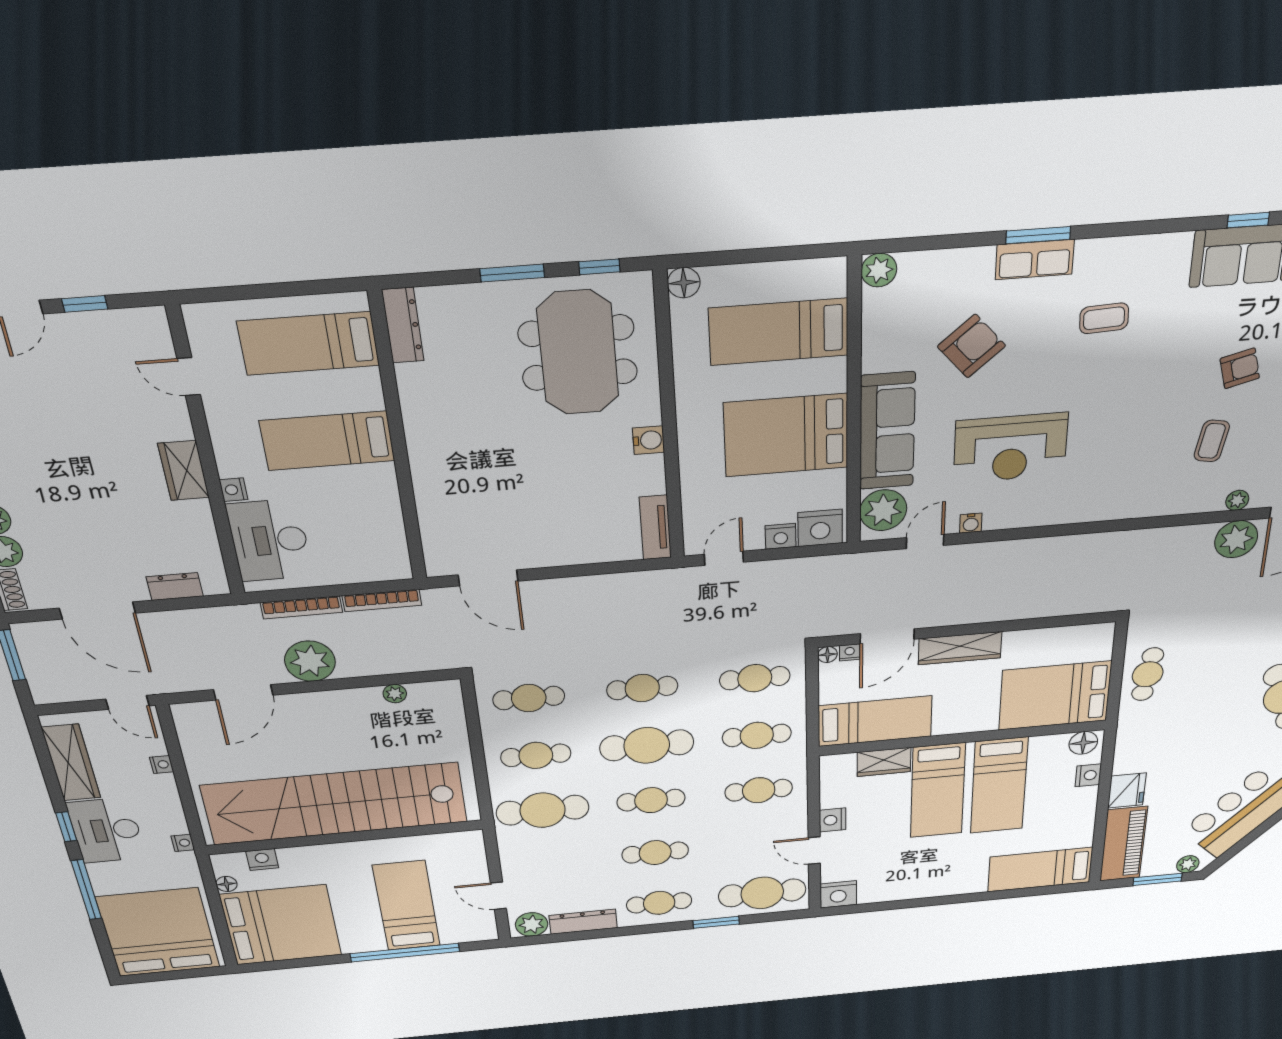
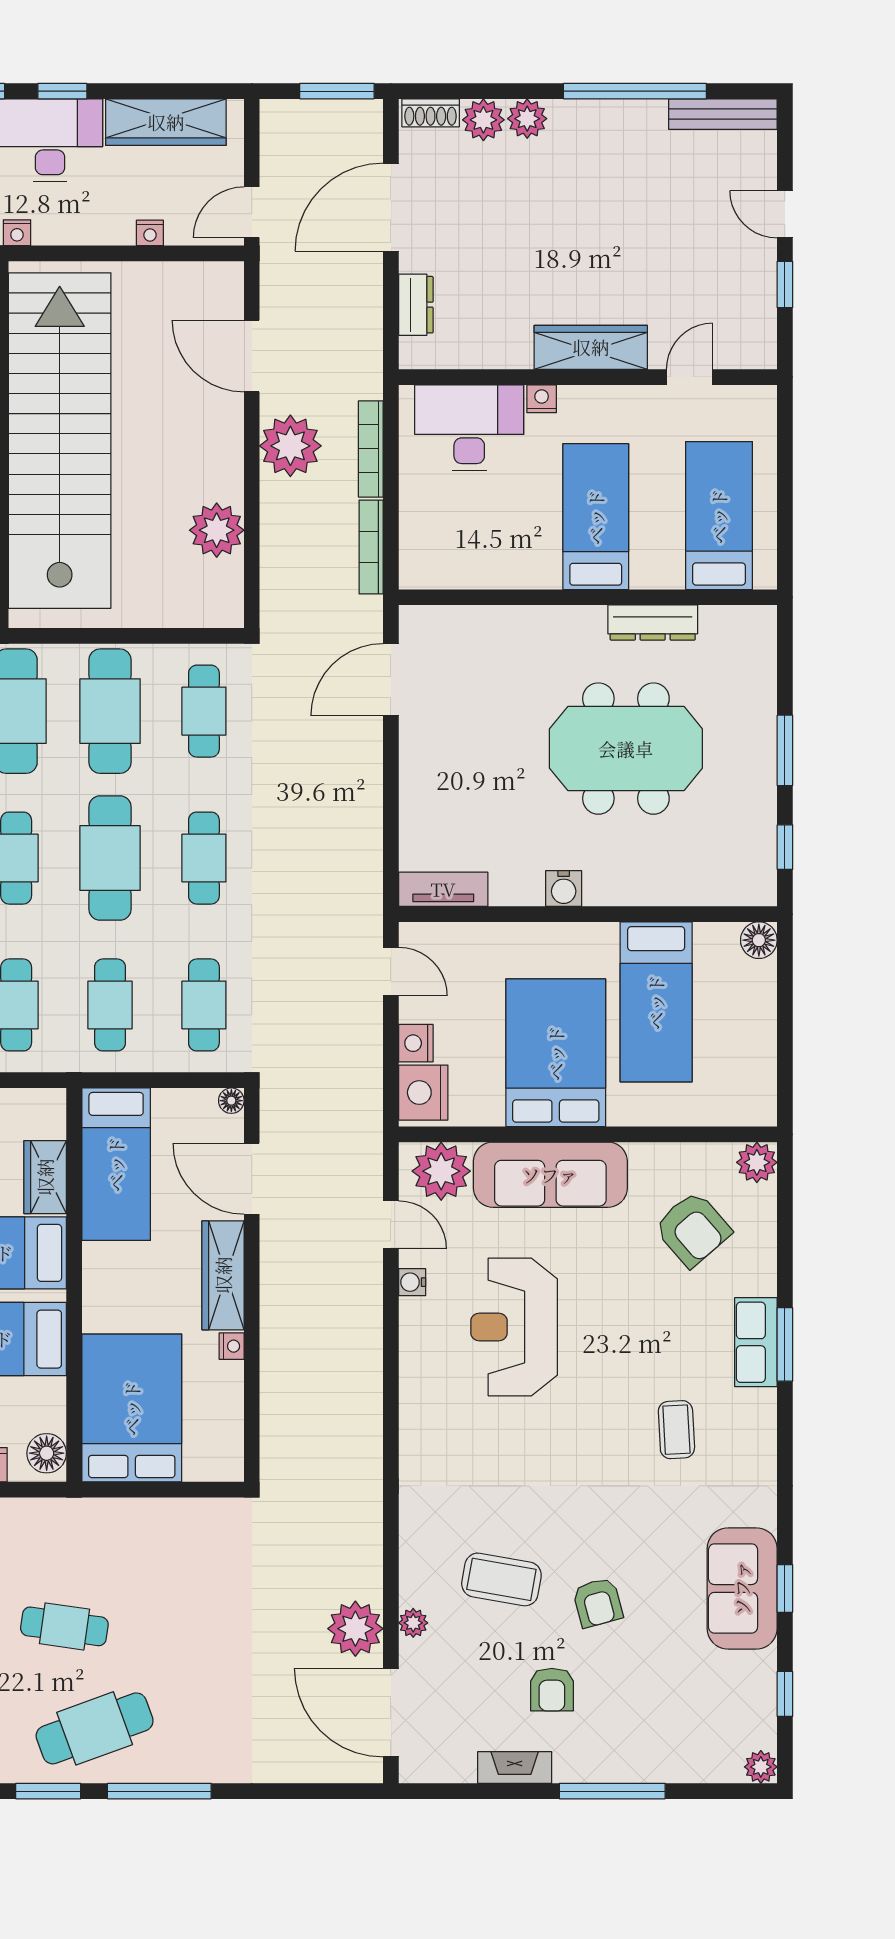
dresser: (403, 325) -> (653, 623), moved
bed: (779, 332) -> (656, 1002), moved, turned 180
armchair: (971, 346) -> (693, 1229), moved
meeting table: (578, 353) -> (626, 749), moved
coffee table: (1212, 441) -> (501, 1579), width x1.36, depth x1.30
wardrobe: (184, 471) -> (591, 347), width x1.50
nightstand: (850, 652) -> (232, 1346), moved
cafe table: (1148, 674) -> (64, 1626), moved
plant: (395, 694) -> (217, 530), width x1.87, depth x1.87
cafe table: (536, 755) -> (110, 711), width x1.37, depth x1.35

